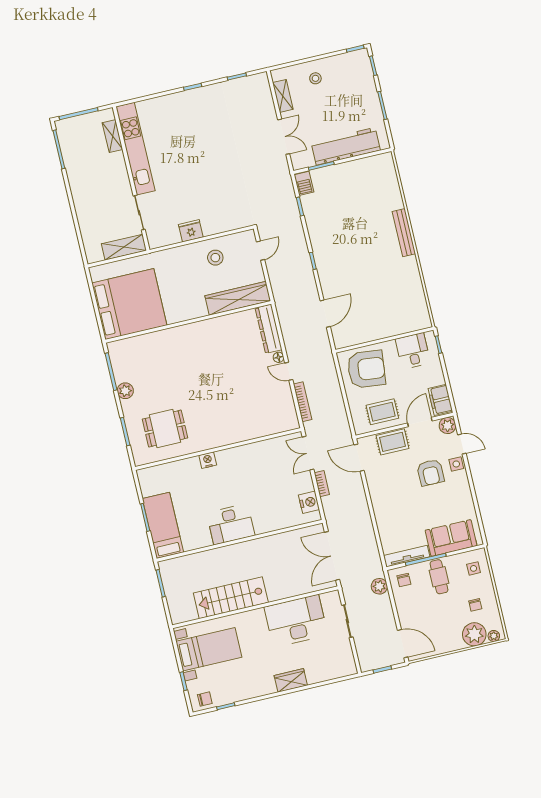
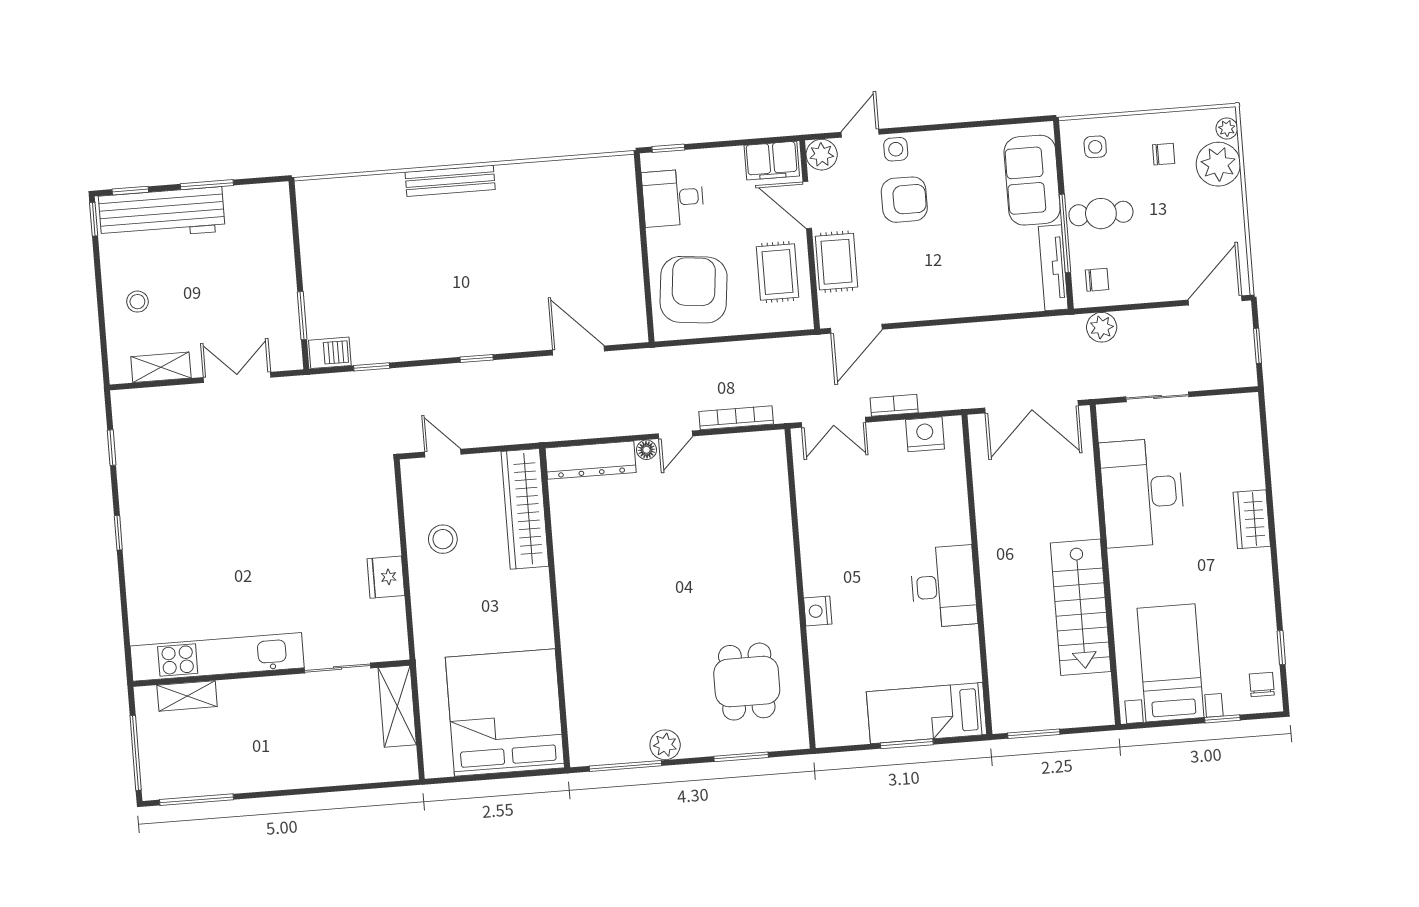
workbench: (346, 146) -> (162, 214), moved, turned -90

